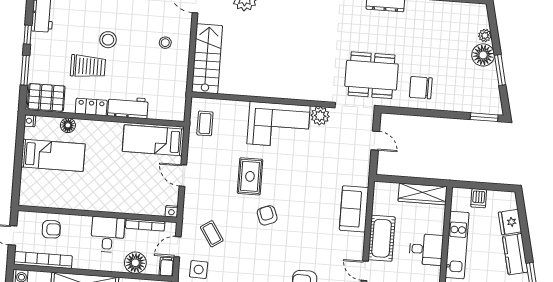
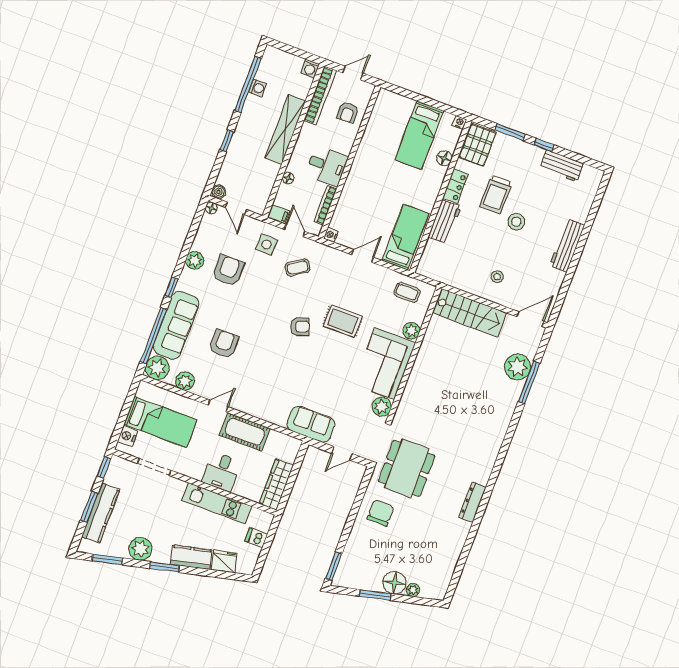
plant: (240, 109) -> (411, 331), added
sofa: (354, 209) -> (311, 424), moved
floor lamp: (135, 263) -> (288, 178), width x0.53, depth x0.53

